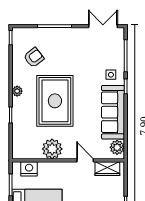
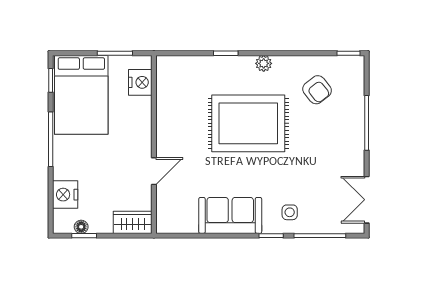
double door: (103, 26) -> (367, 200), swing flipped
sofa: (113, 112) -> (230, 215), width x0.73
plant: (117, 147) -> (174, 222), removed
plant: (52, 149) -> (172, 119), removed
wardrobe: (107, 169) -> (133, 222), moved, turned 90

